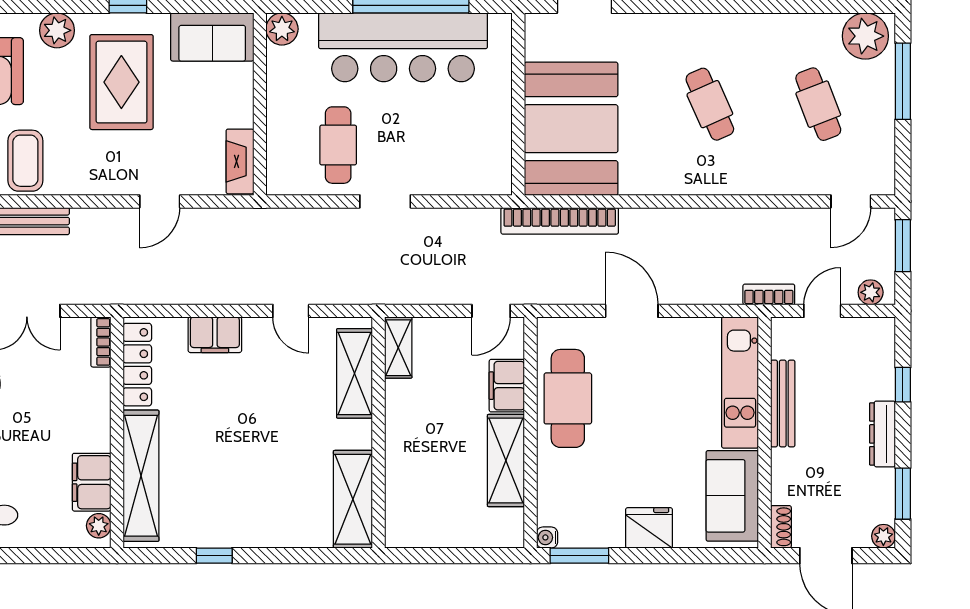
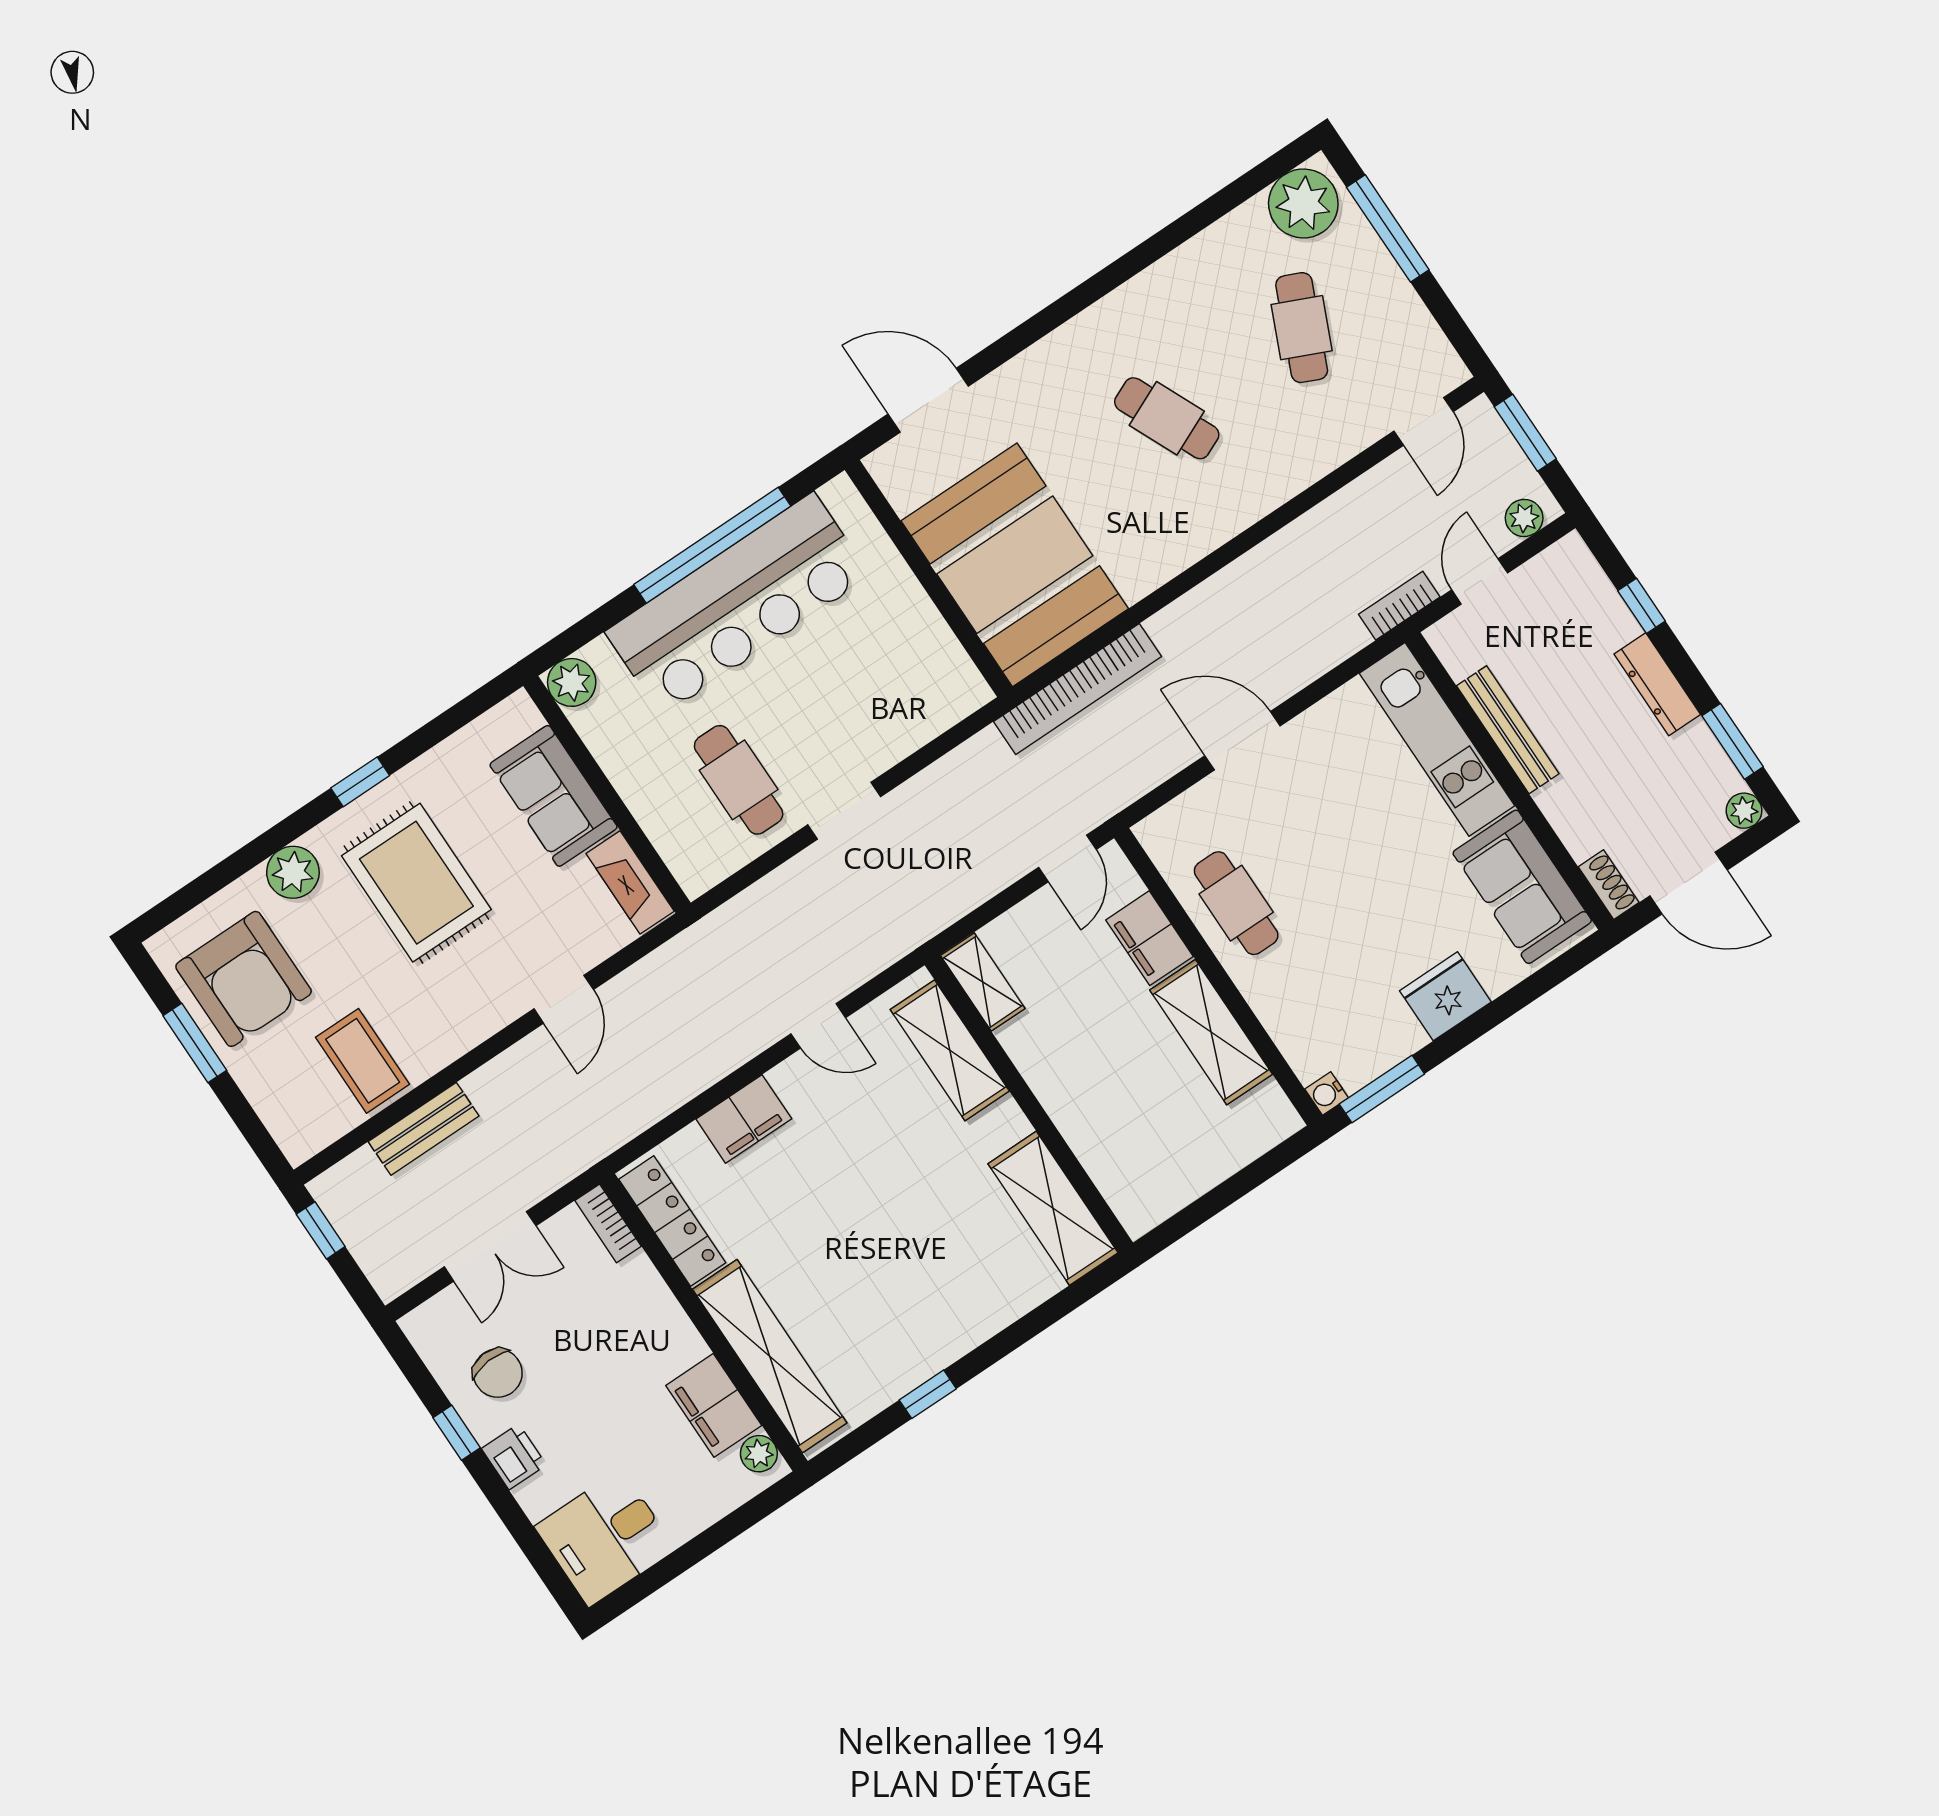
sofa: (212, 37) -> (554, 796), moved, turned 90
cafe table: (818, 104) -> (1302, 328), turned 45
cafe table: (568, 398) -> (1236, 903), width x0.73, depth x0.74

